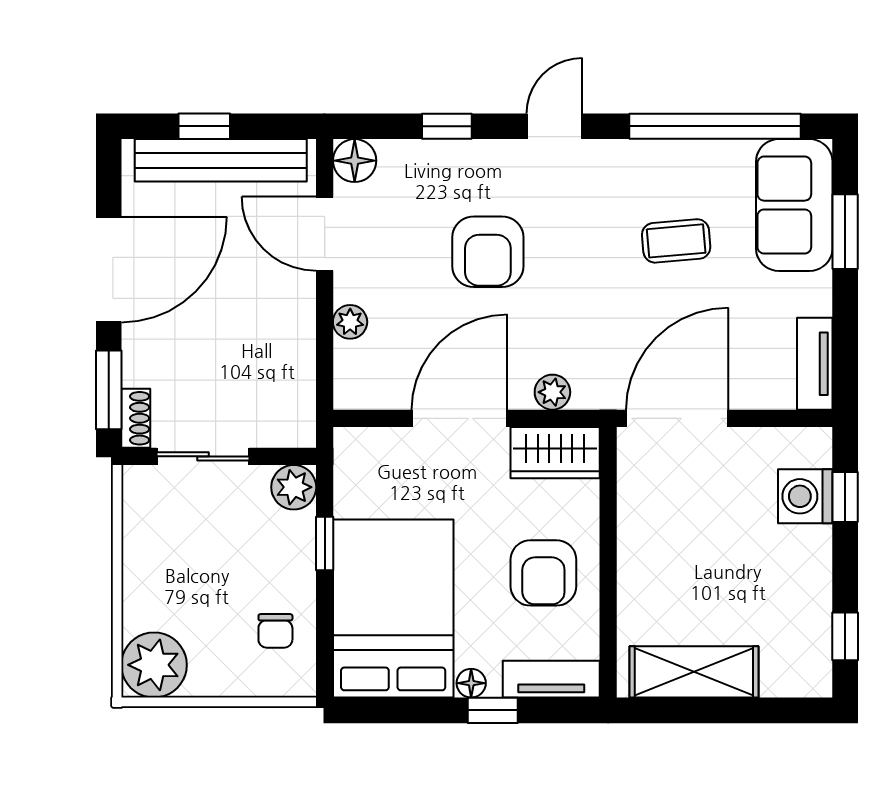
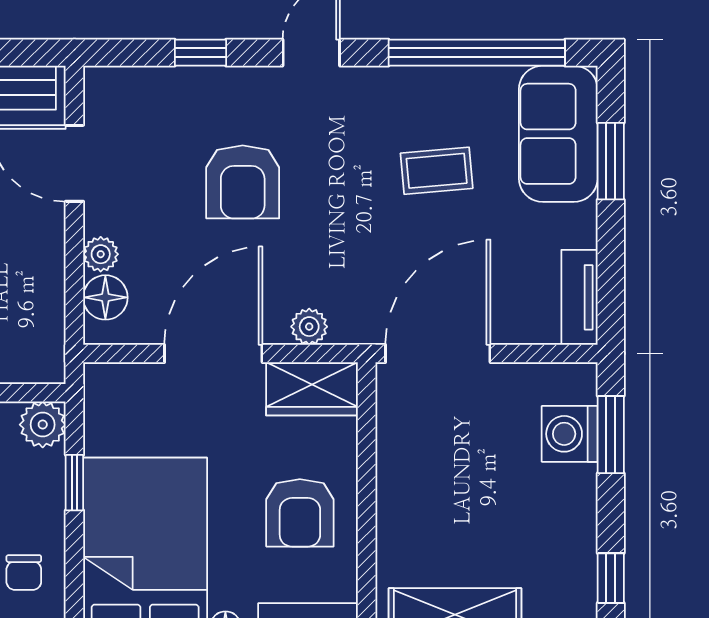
floor lamp: (355, 161) -> (105, 297), moved
window: (845, 497) -> (611, 435), width x1.50

